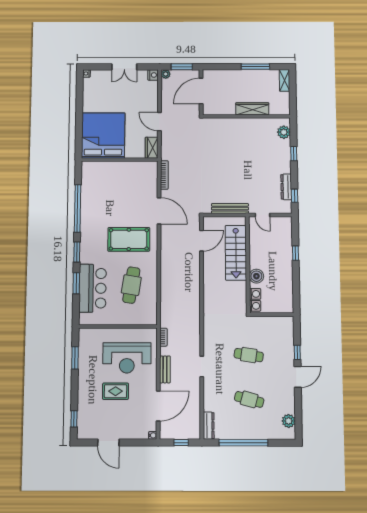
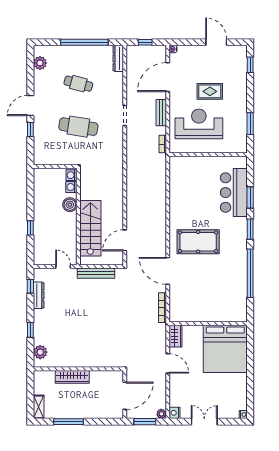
cafe table: (131, 285) -> (195, 196), removed
cafe table: (249, 355) -> (78, 127), width x1.37, depth x1.35

